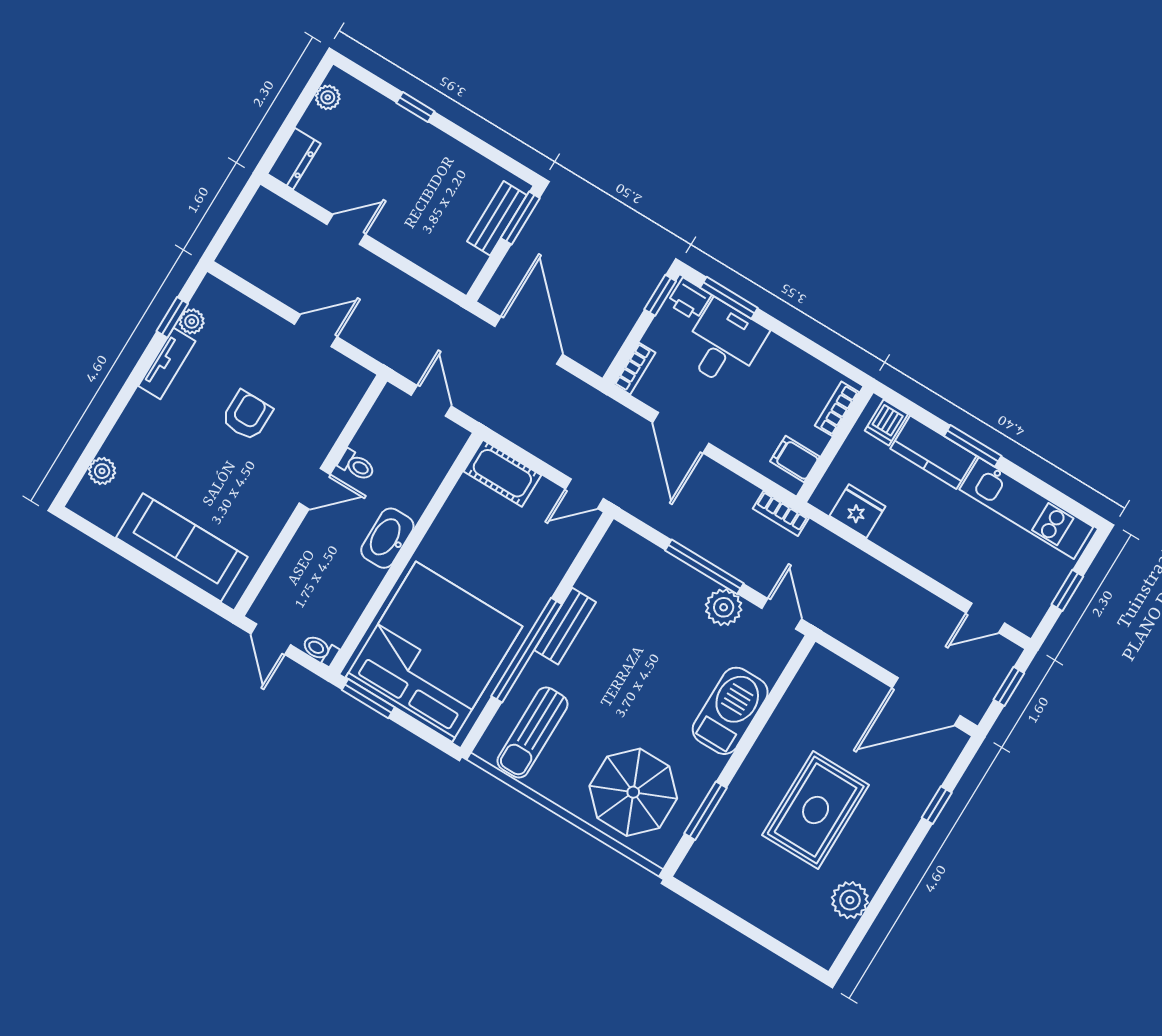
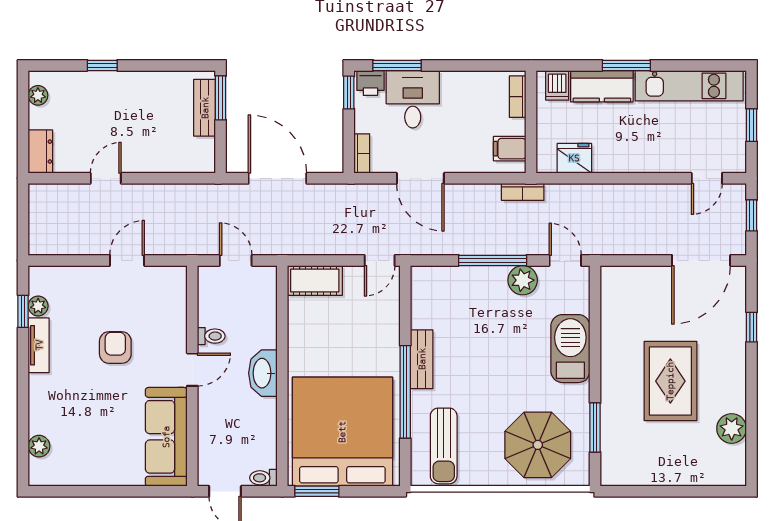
sofa: (182, 547) -> (166, 437), moved, turned -90

